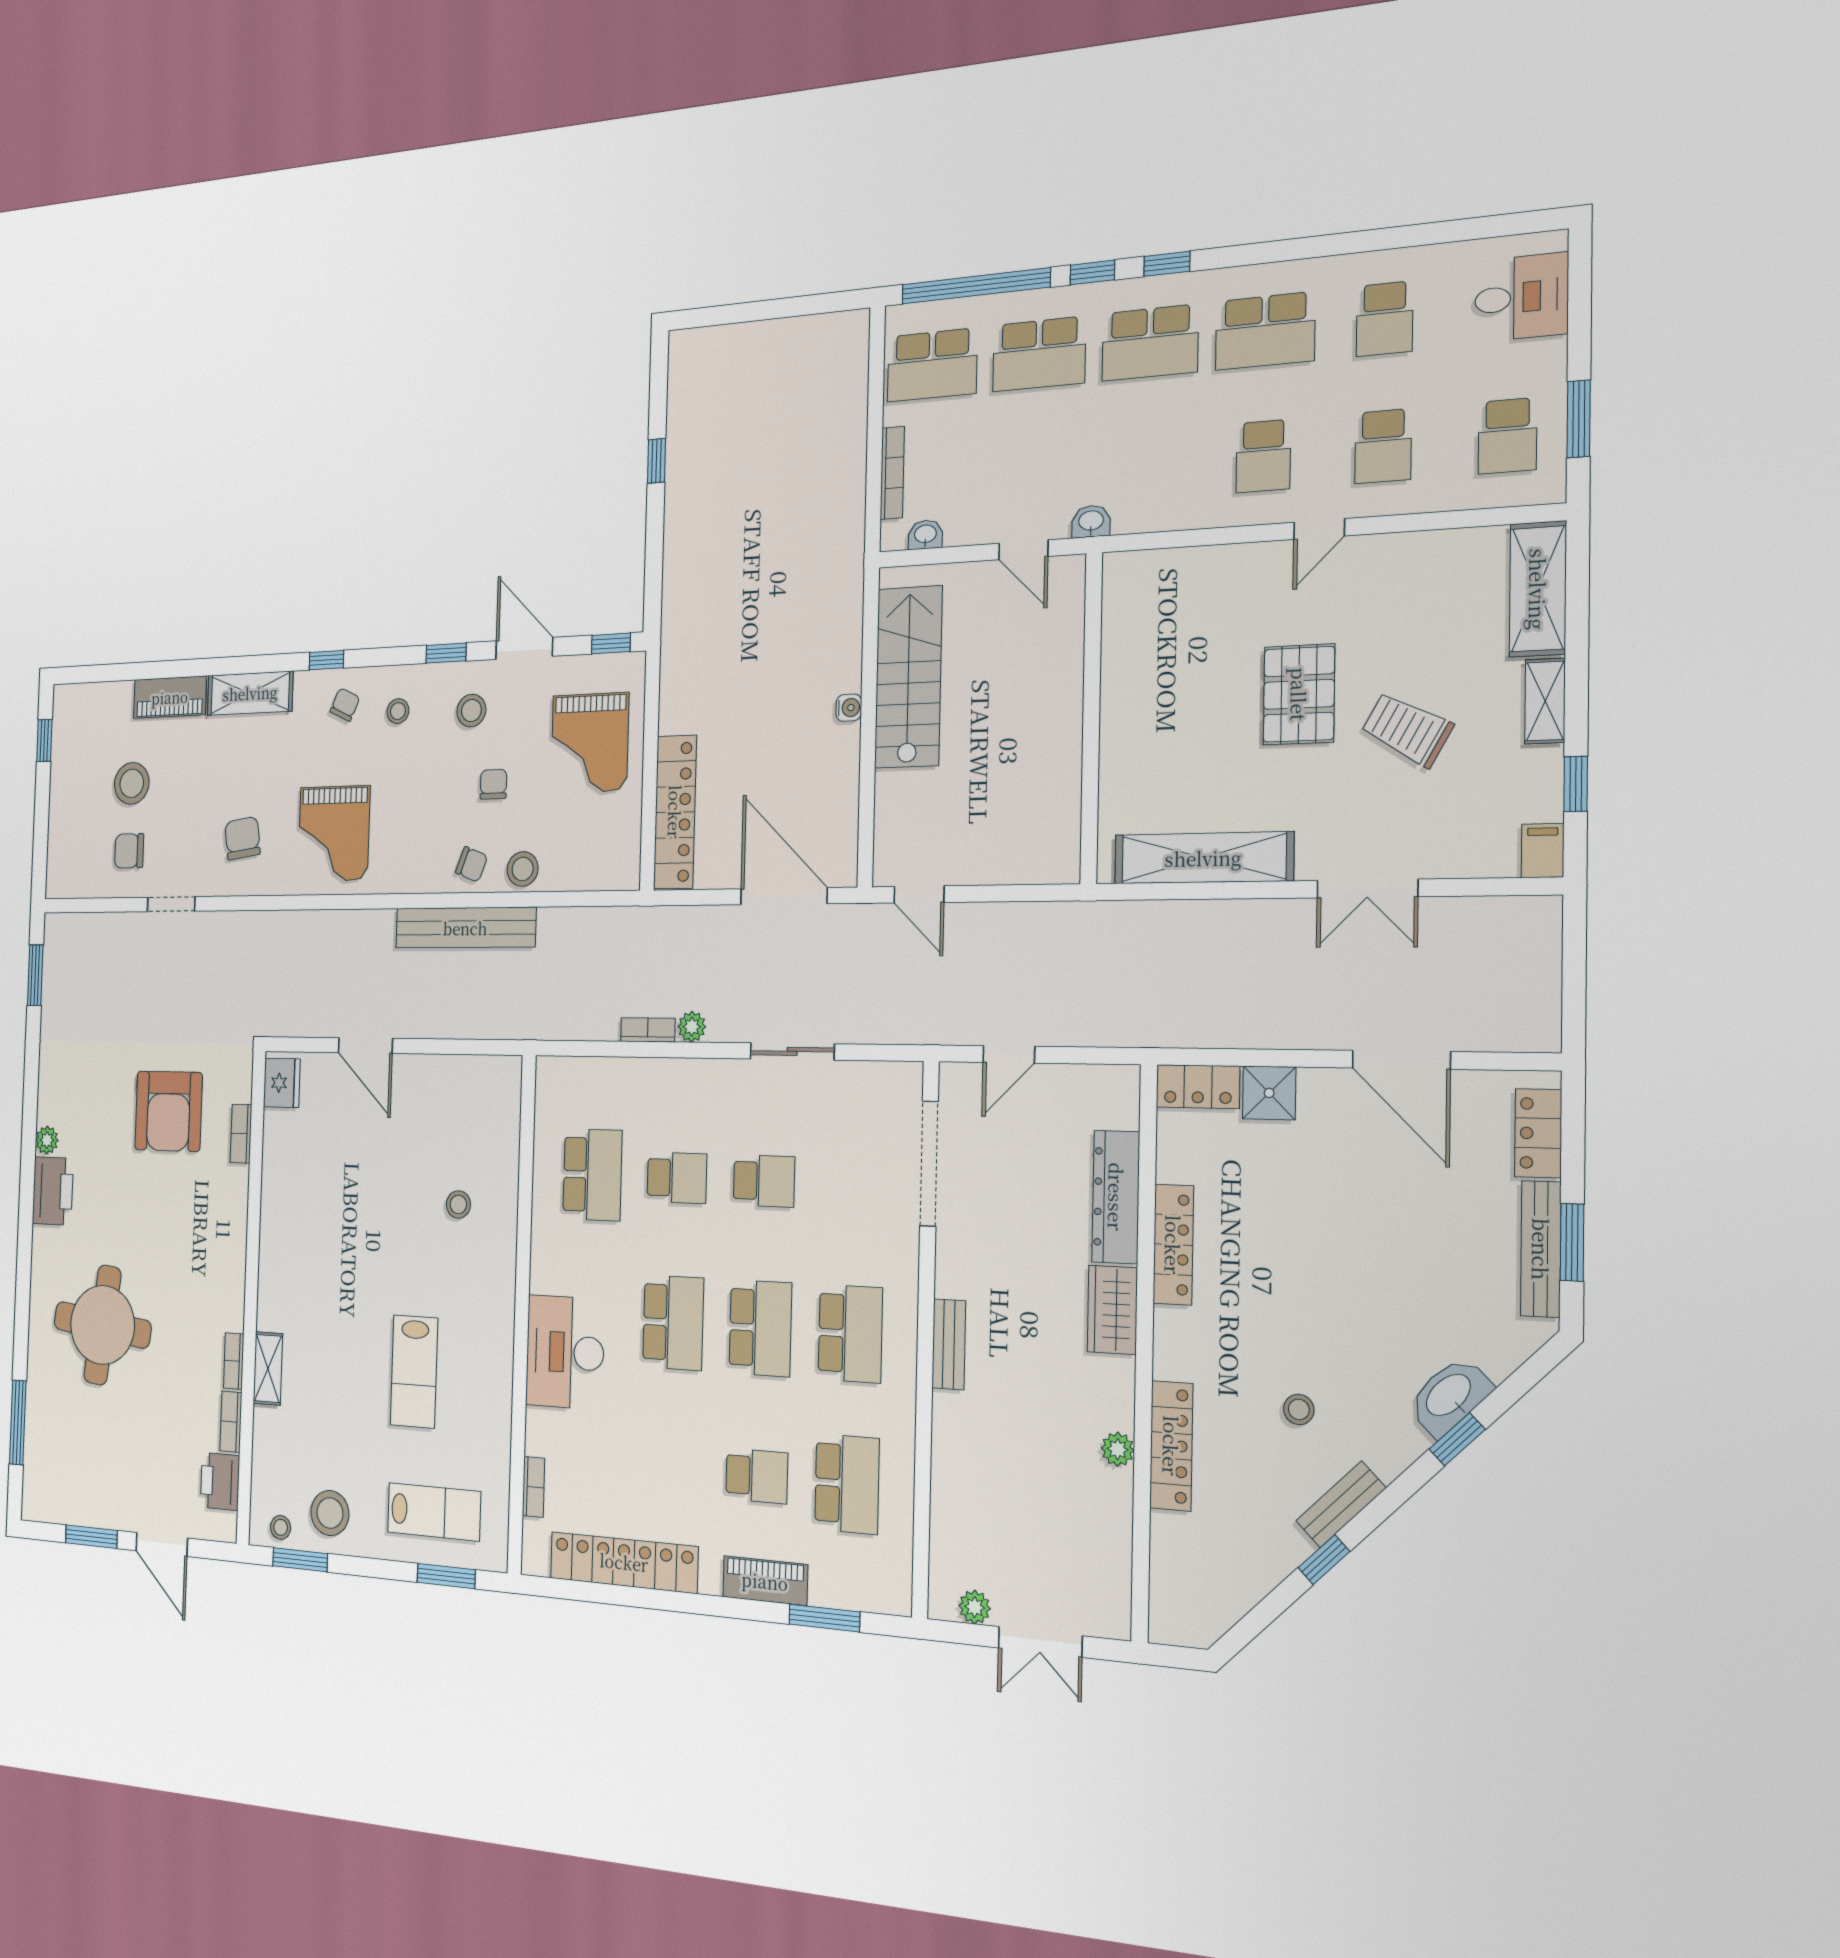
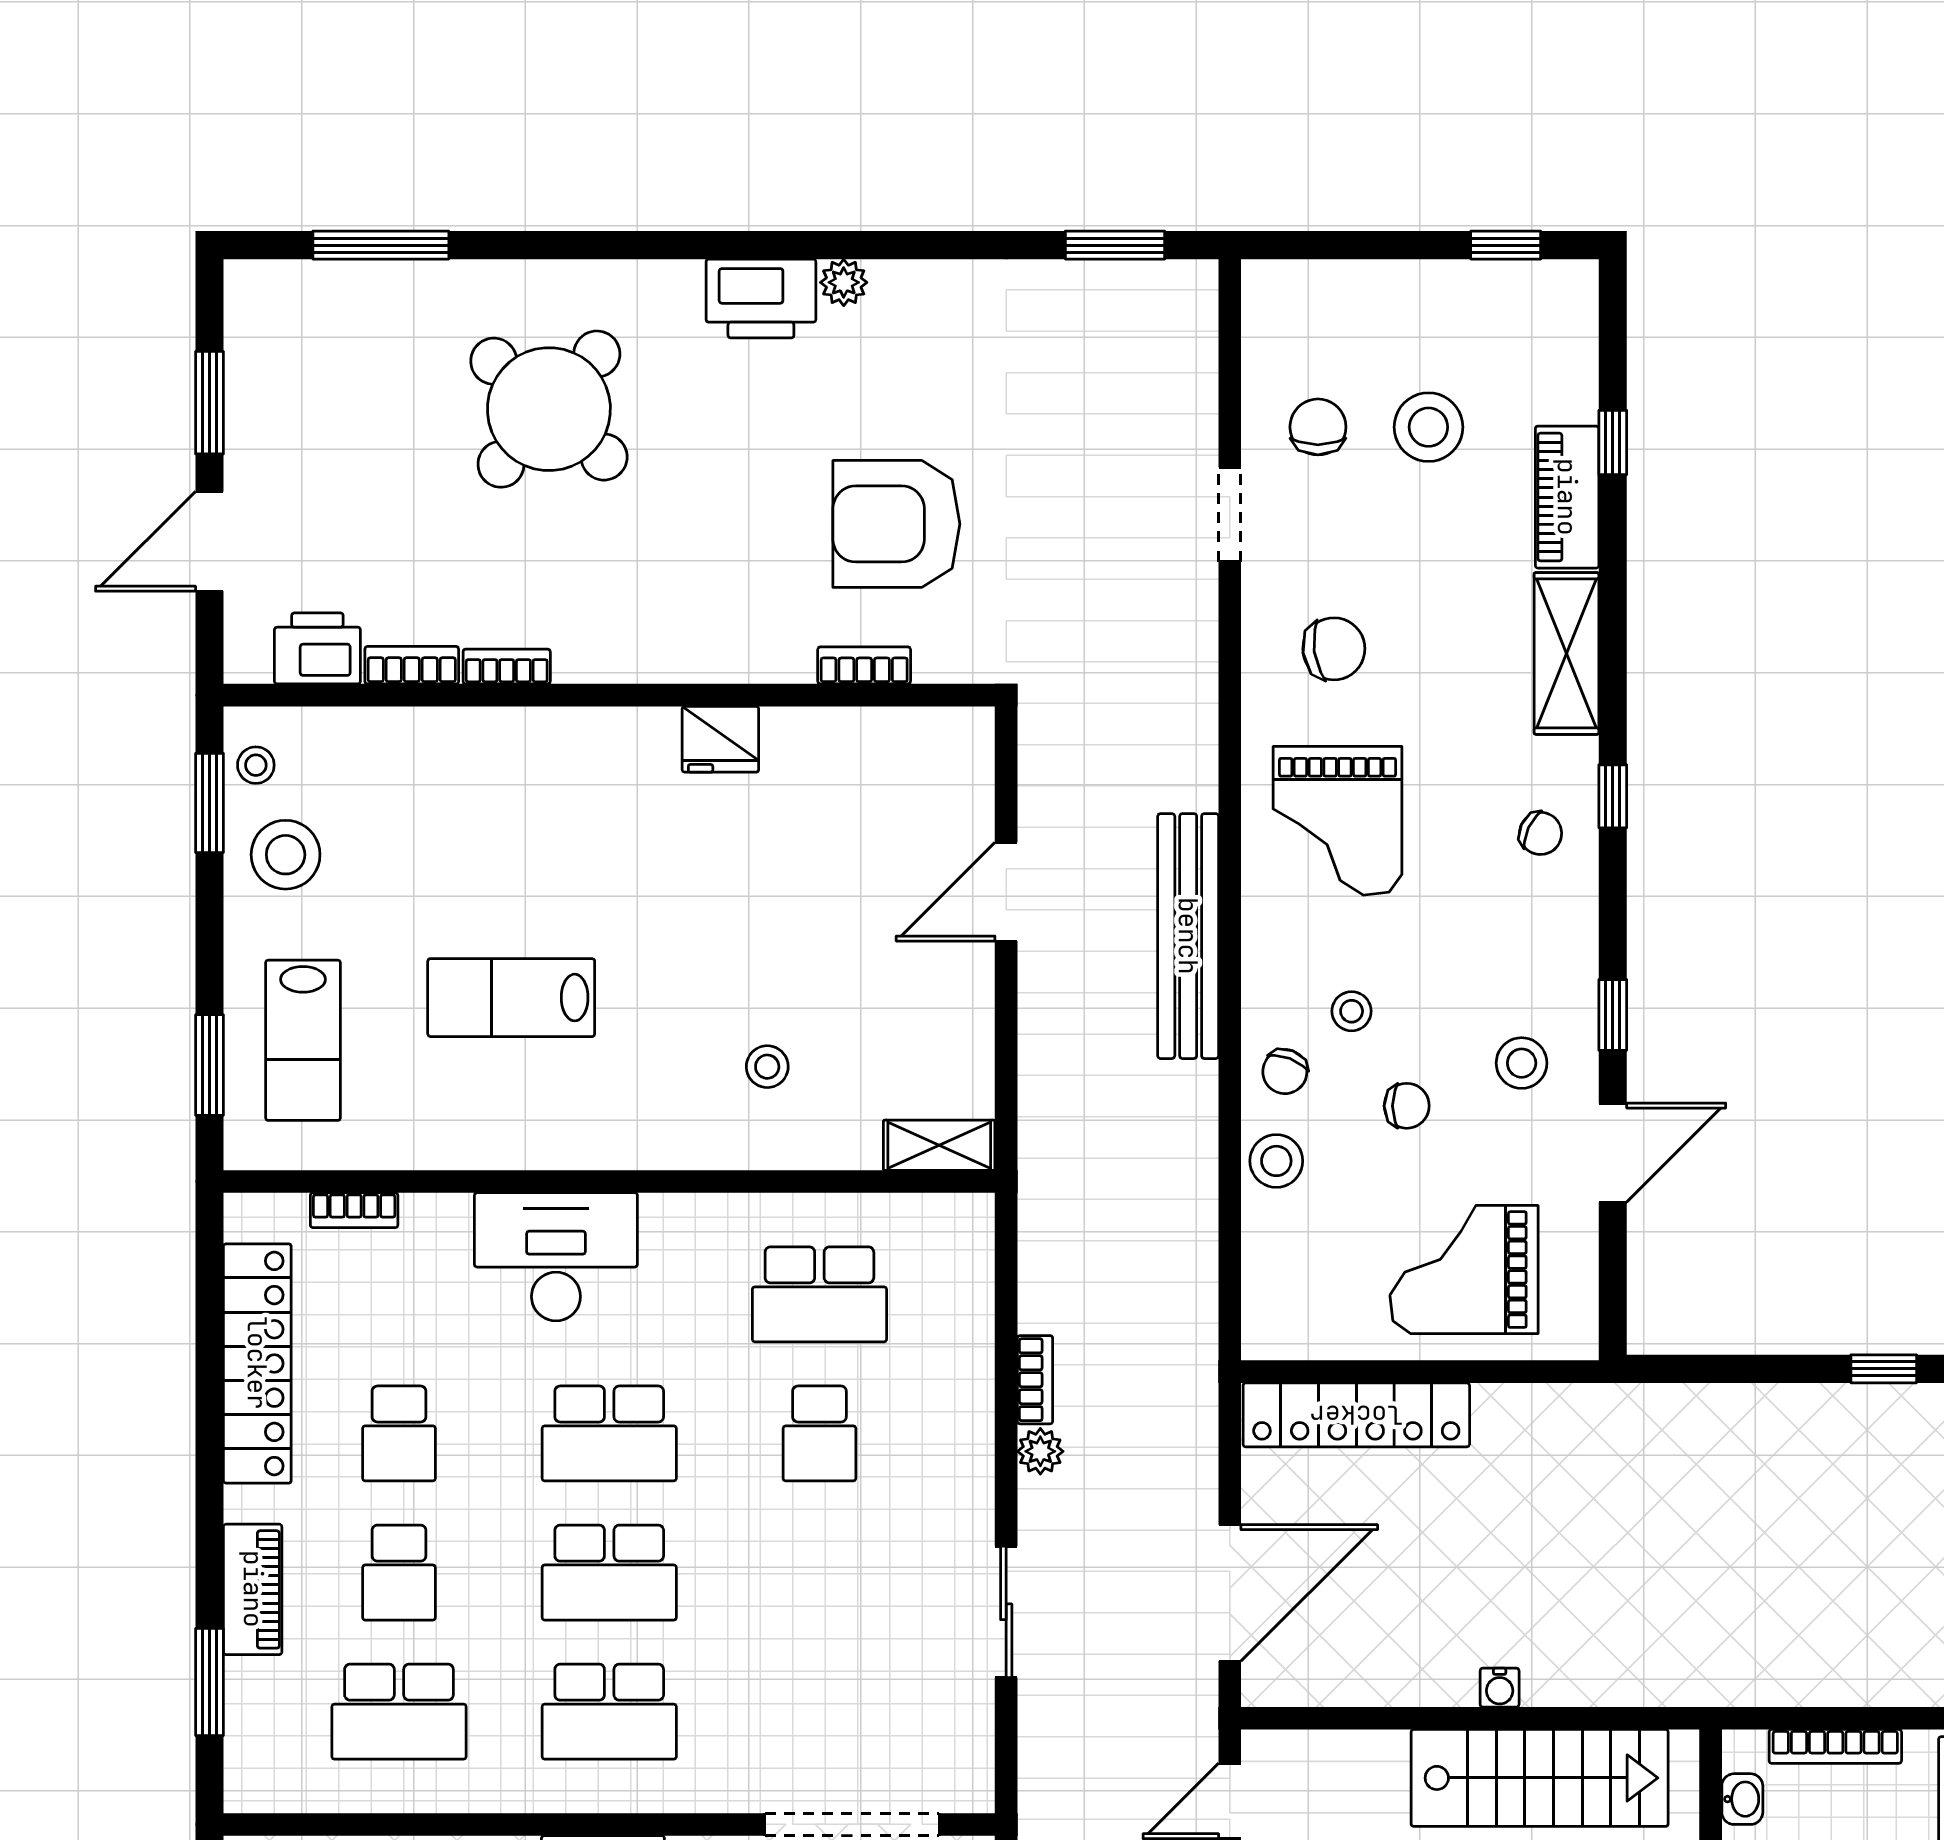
window: (611, 643) -> (1613, 442), moved
stool: (398, 711) -> (1352, 1011), moved
grand piano: (334, 834) -> (1337, 821), turned -90
bench: (465, 928) -> (1188, 936), moved
fridge: (282, 1083) -> (720, 739), moved
school desk: (764, 1181) -> (399, 1433), moved
round table: (103, 1325) -> (549, 409), turned 34
shelving: (268, 1368) -> (939, 1145), moved

